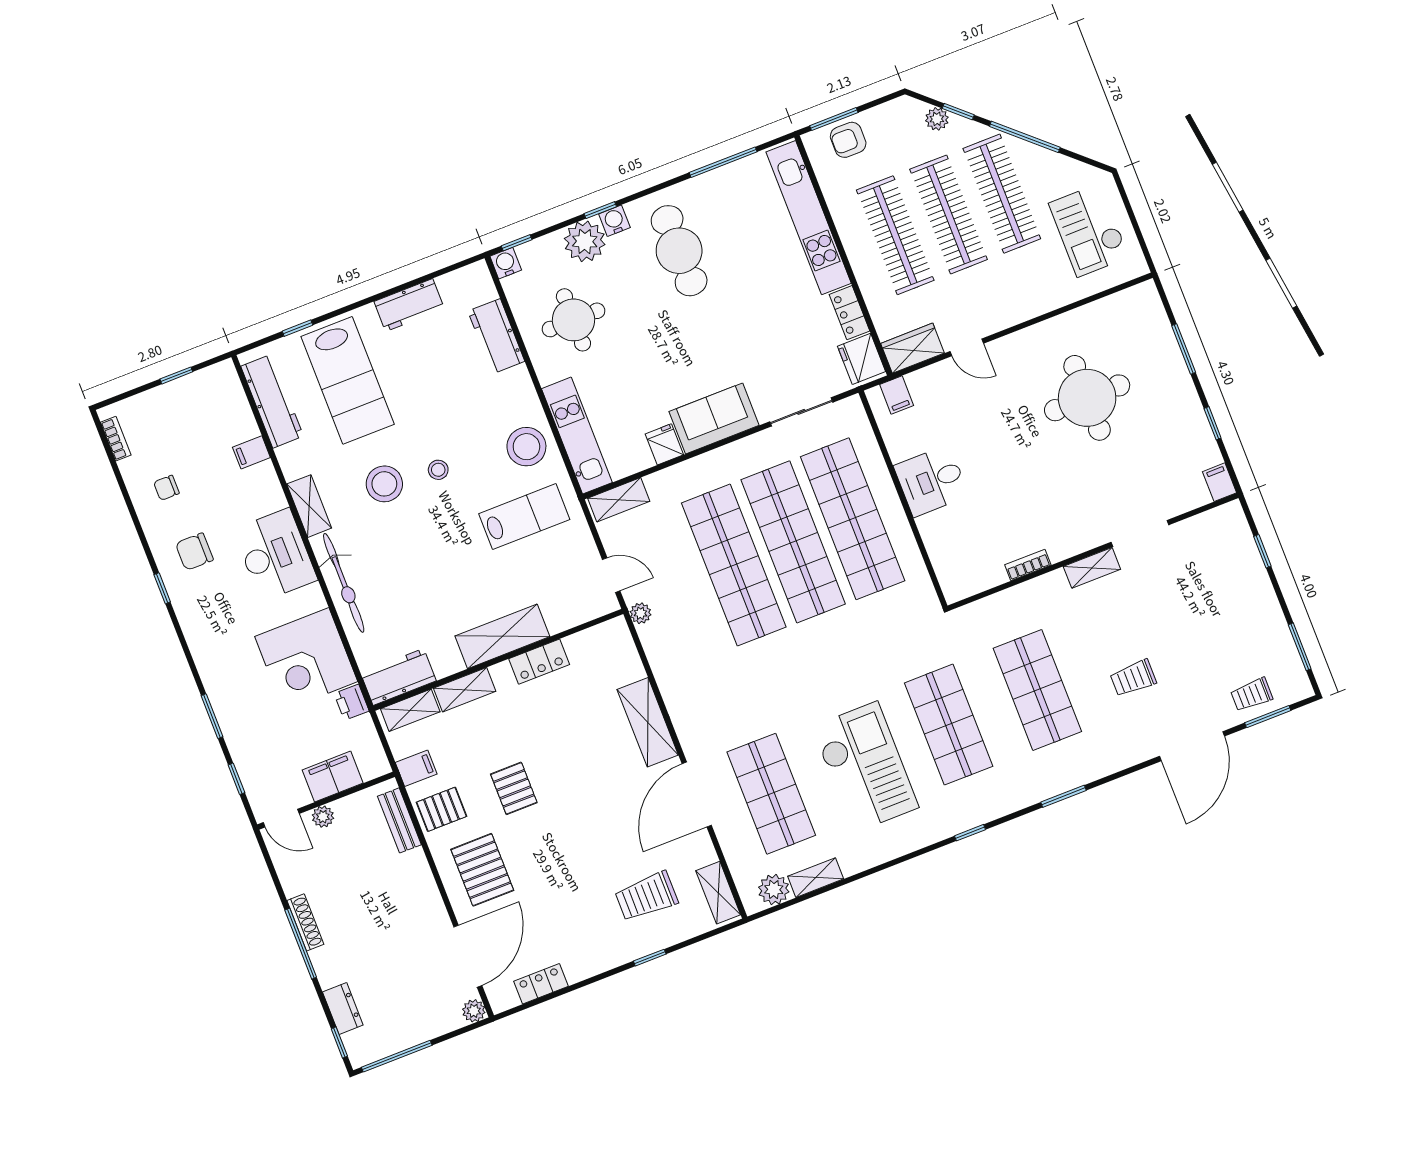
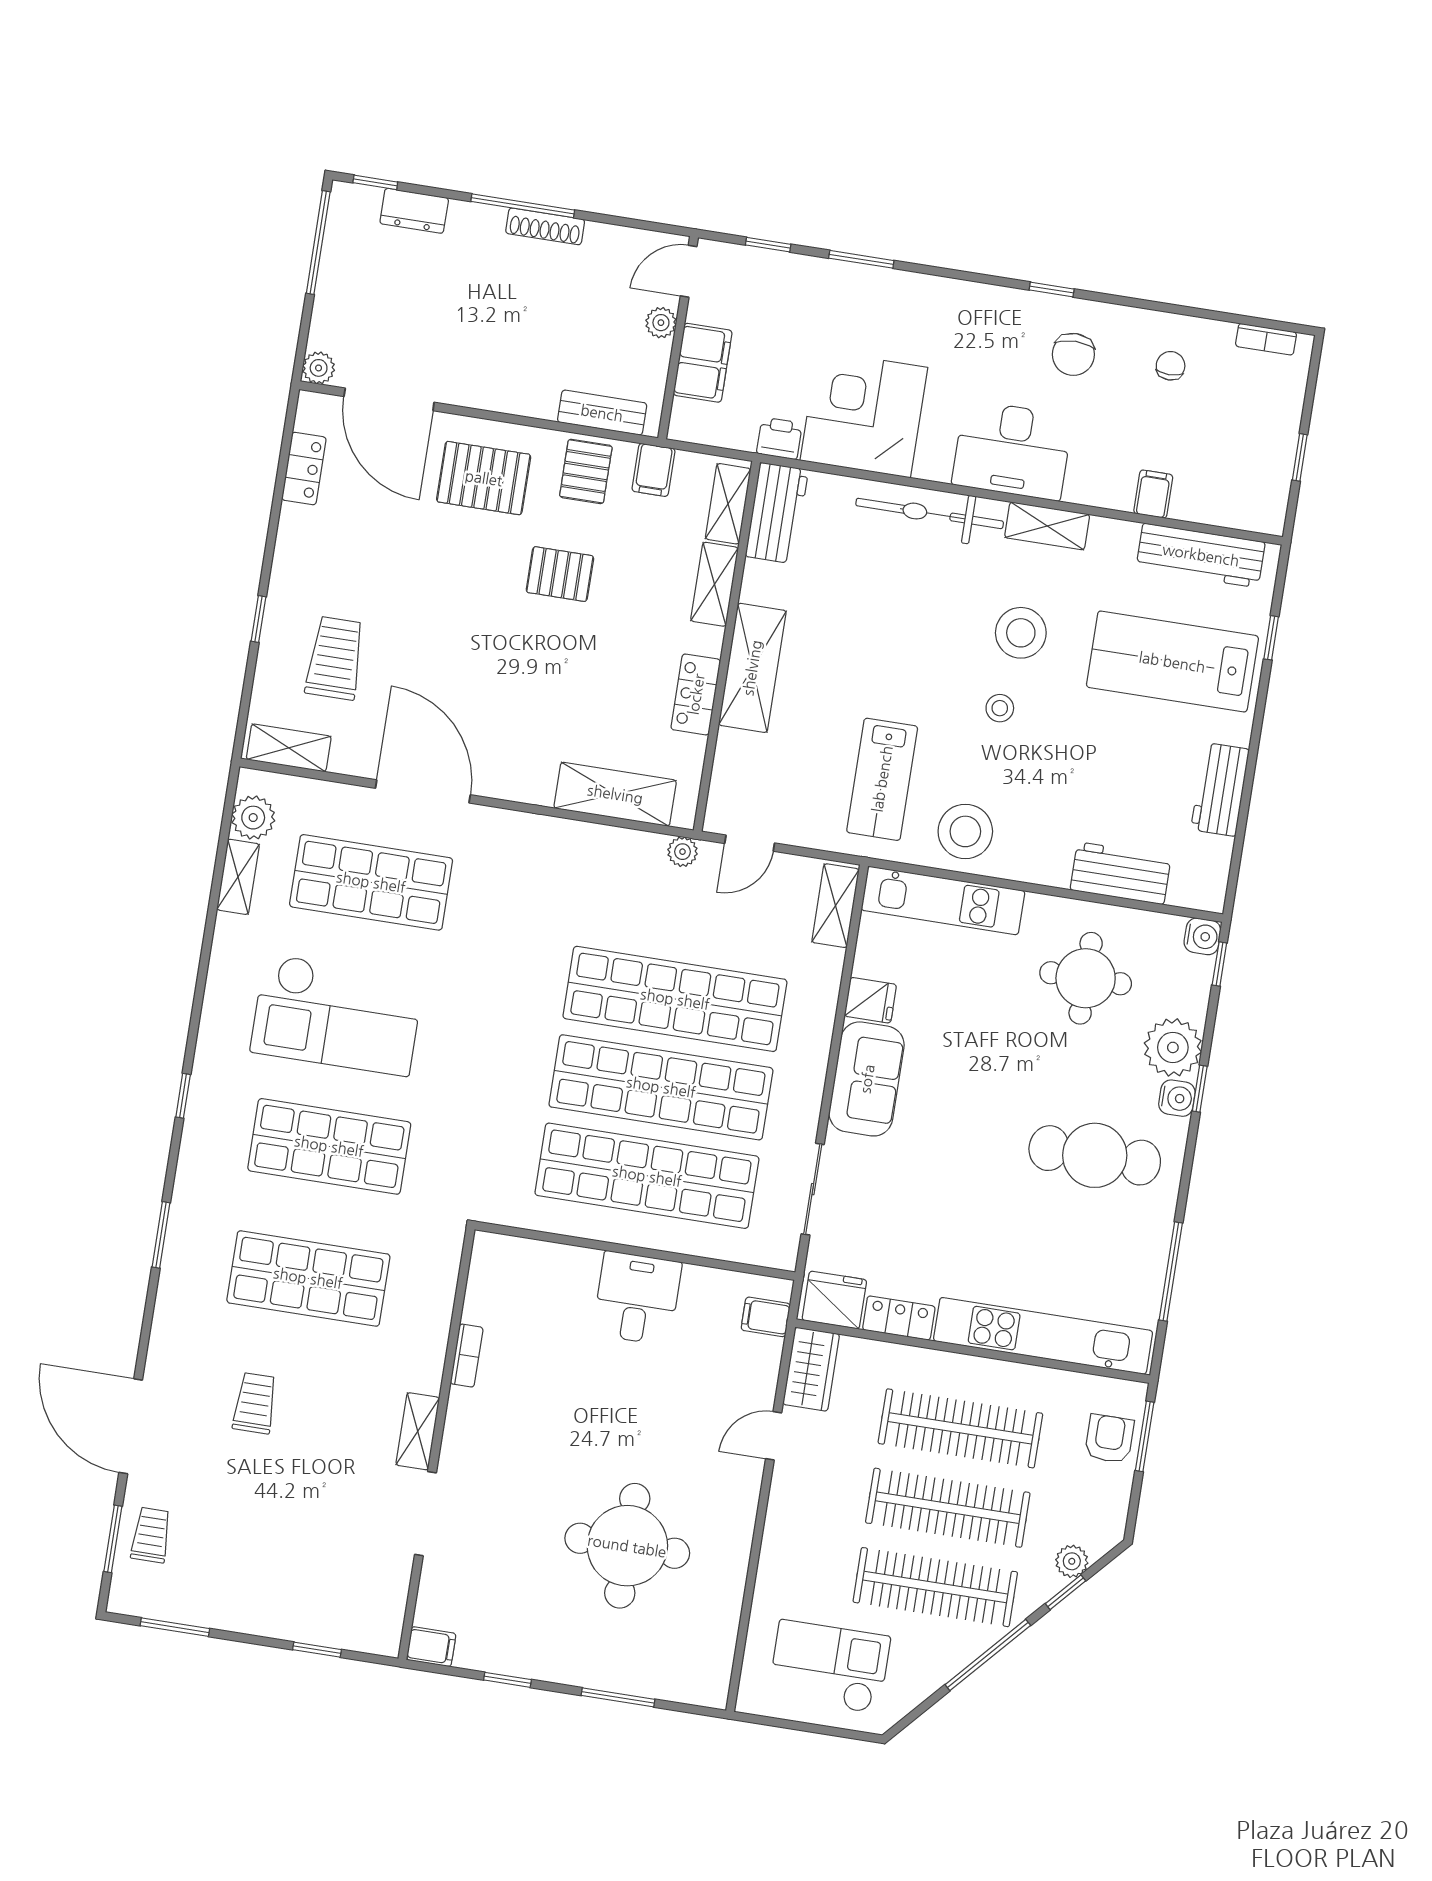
chair: (194, 552) -> (1073, 354), turned 180
shelving: (648, 722) -> (615, 794), moved

